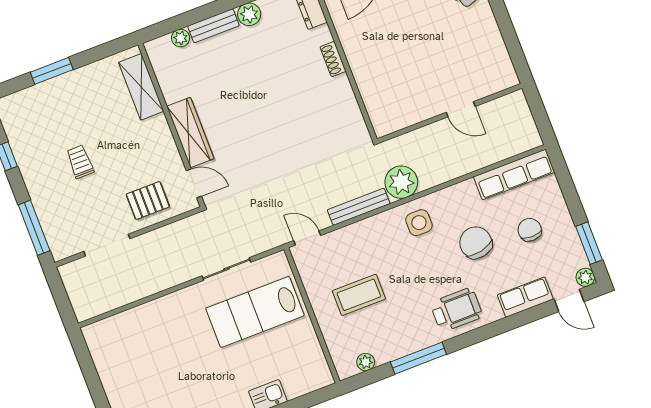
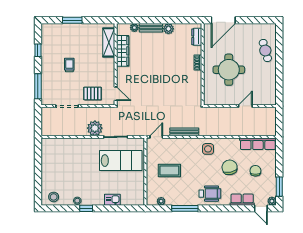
round table: (400, 50) -> (229, 70), added
door: (461, 109) -> (245, 106), swing flipped
wardrobe: (190, 133) -> (123, 51), moved
plant: (401, 182) -> (95, 128), moved
door: (307, 238) -> (156, 137), hinge flipped
lab bench: (255, 312) -> (121, 161), turned 180

